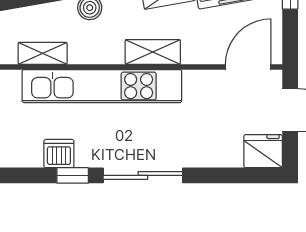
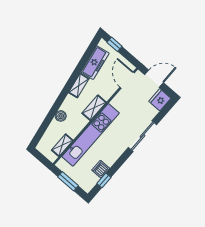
window: (73, 175) -> (104, 180), moved
sliding door: (143, 175) -> (143, 136), moved

